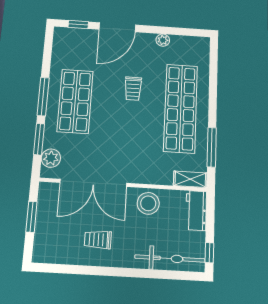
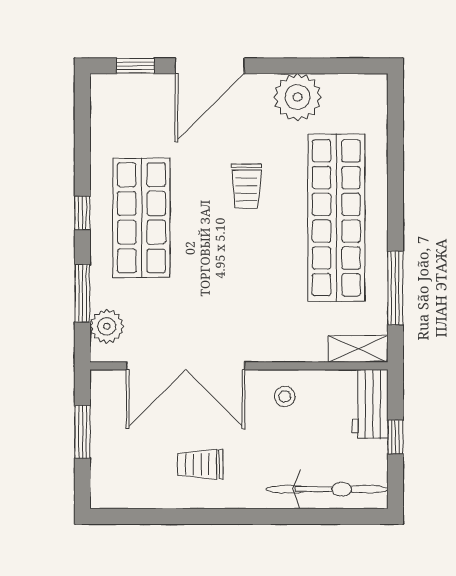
plant: (163, 40) -> (298, 97), width x1.88, depth x1.88
window: (43, 97) -> (82, 213), width x0.46
stool: (148, 203) -> (285, 396), width x0.53, depth x0.53
window: (209, 253) -> (395, 437), moved

